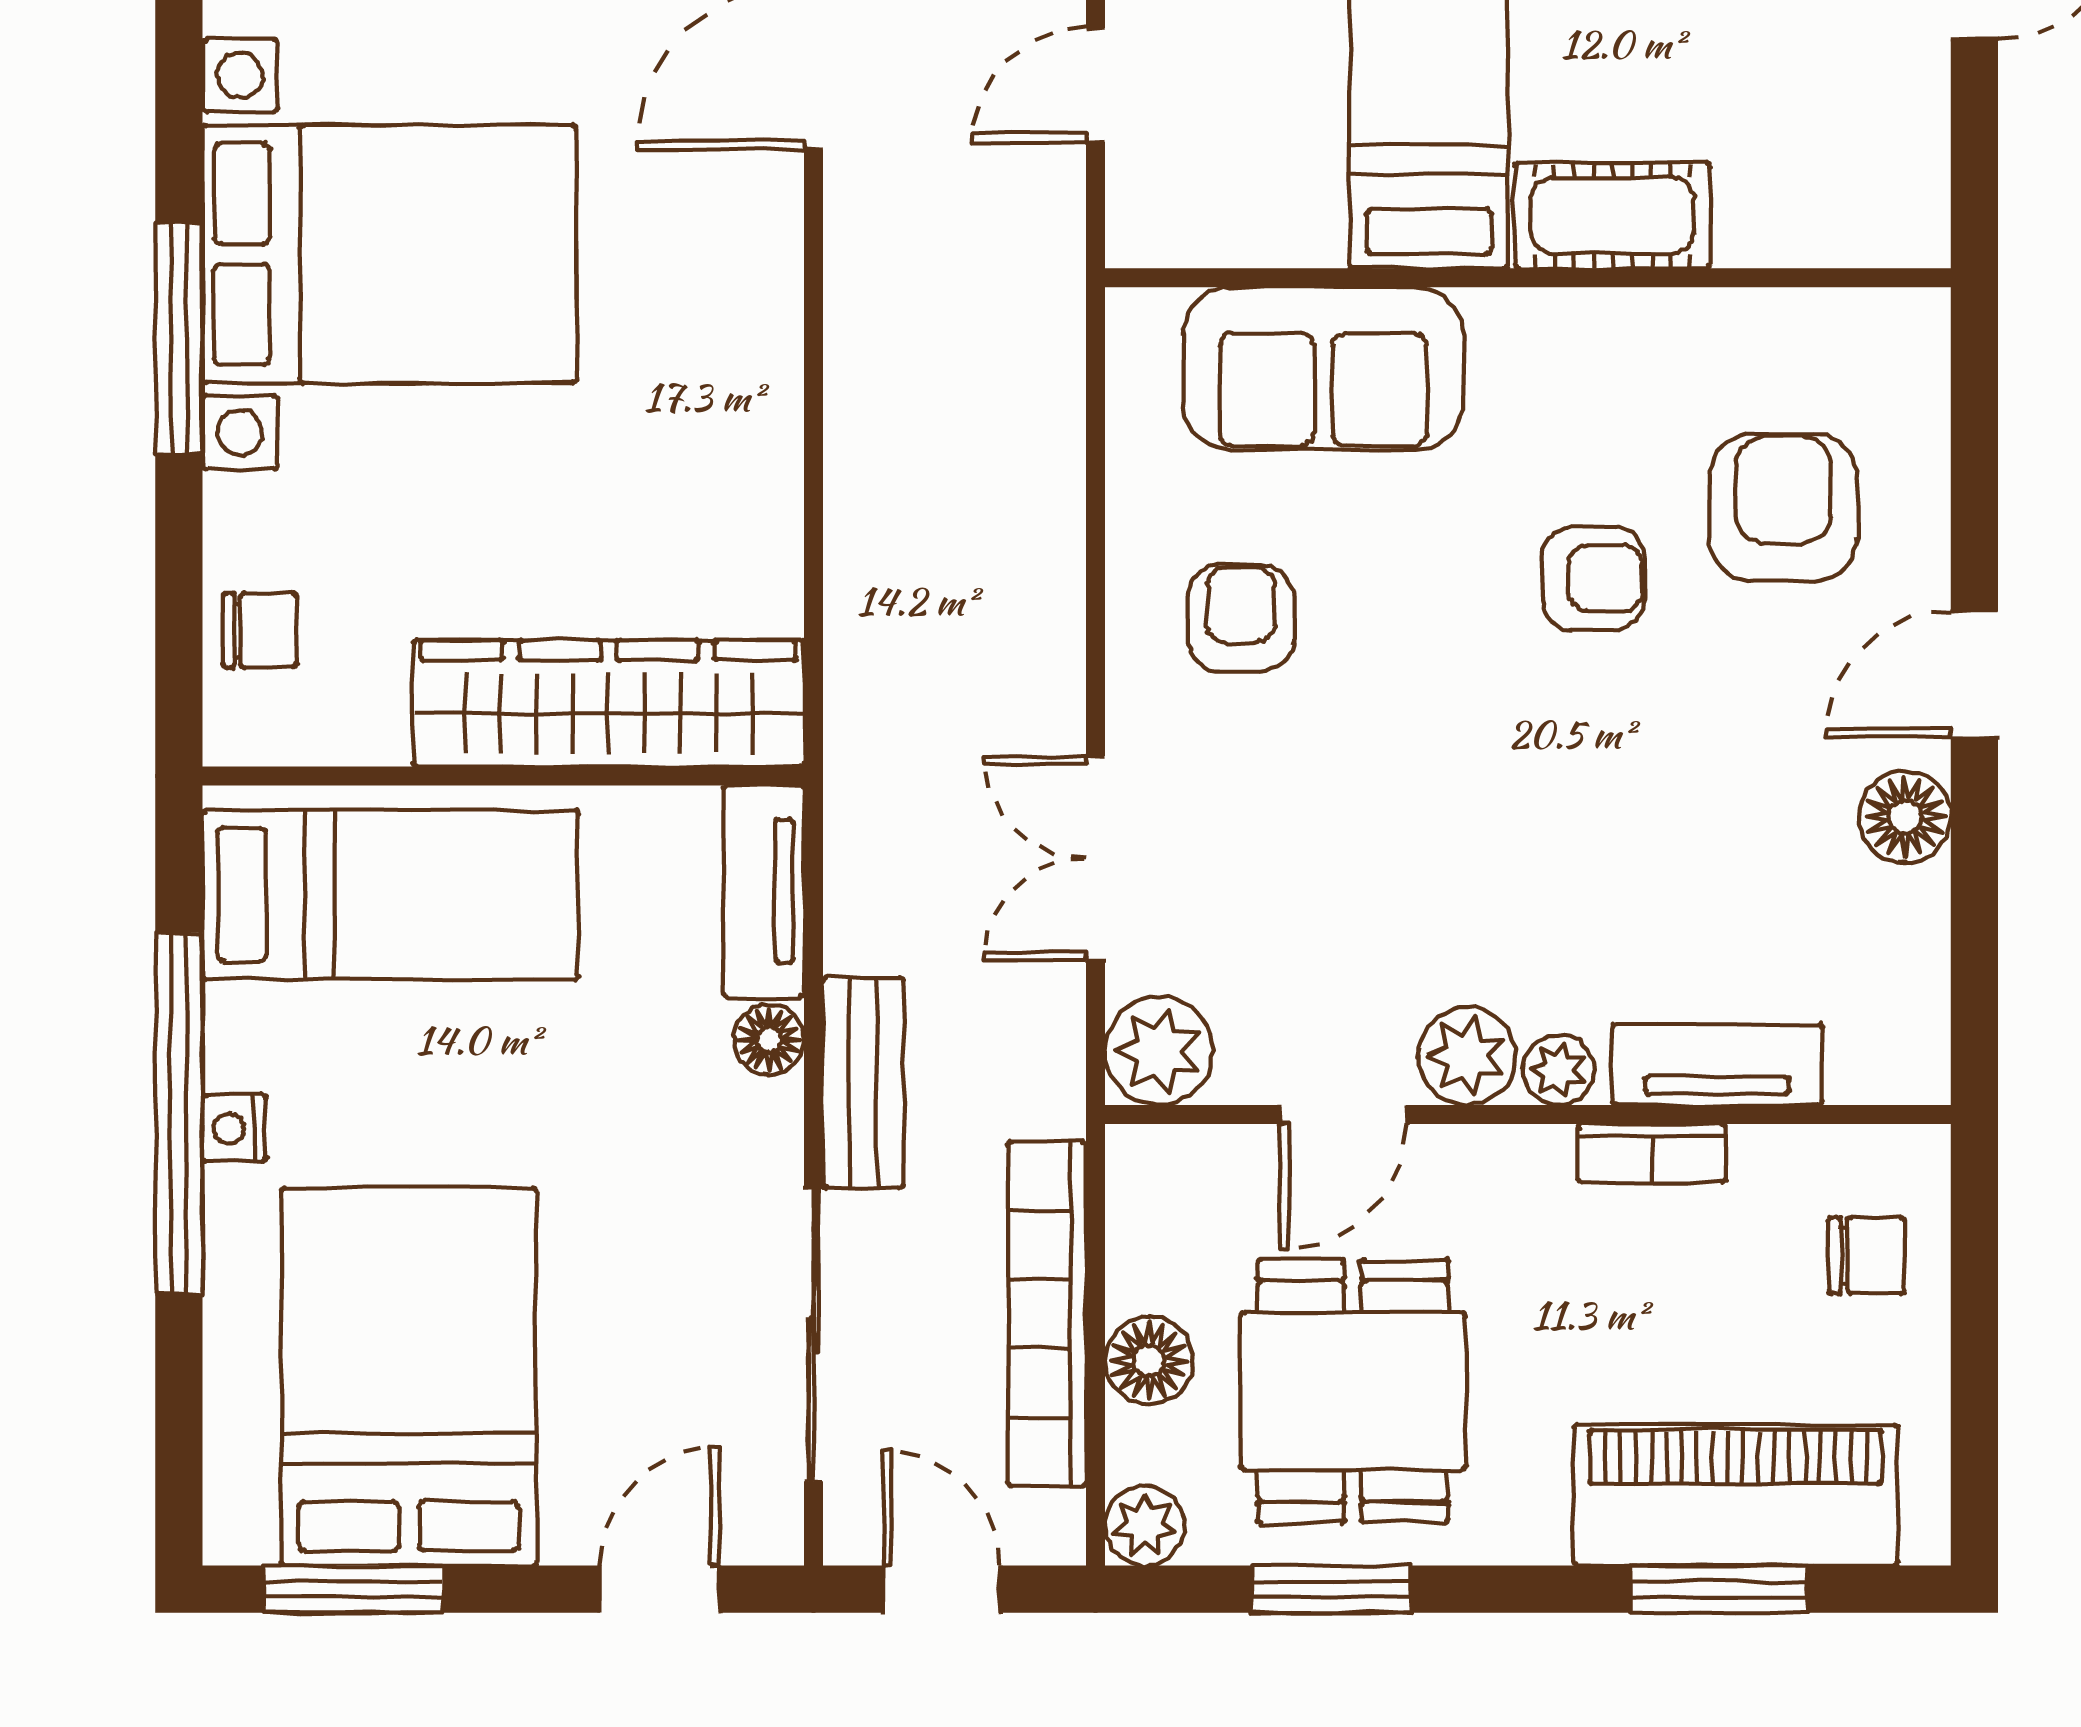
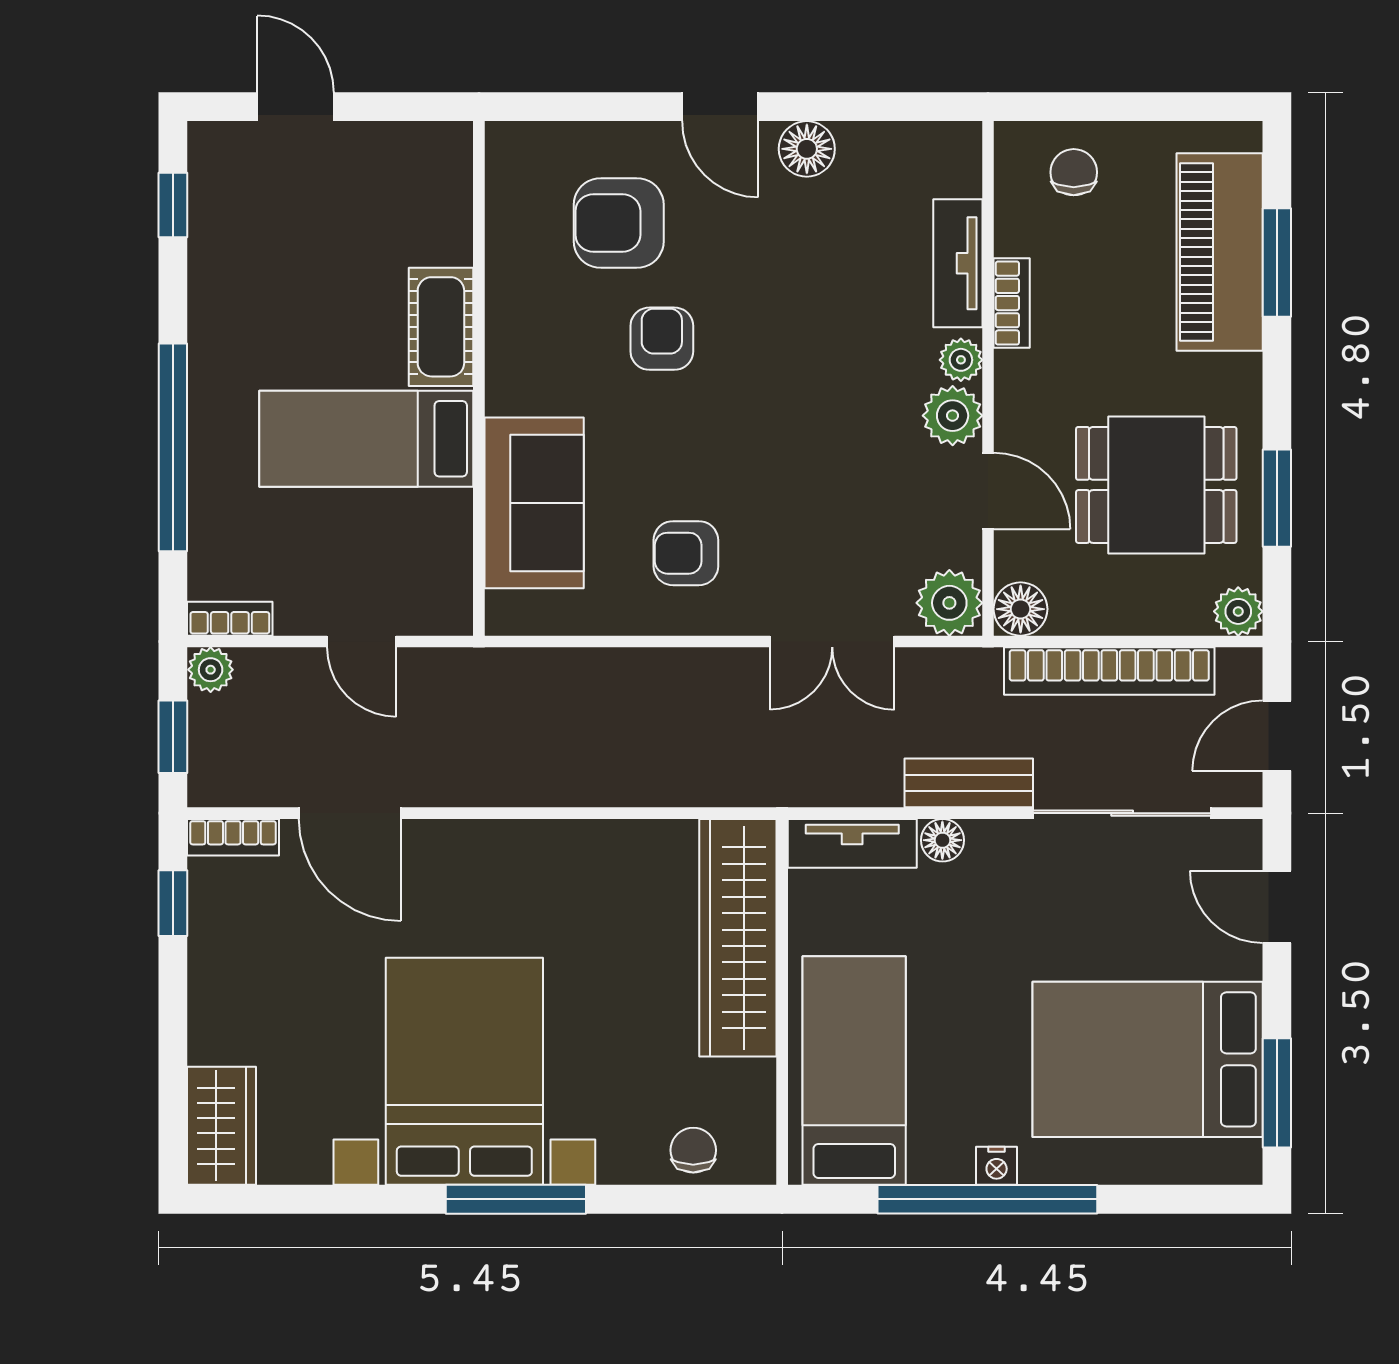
floor lamp: (1149, 1361) -> (1021, 609), moved

